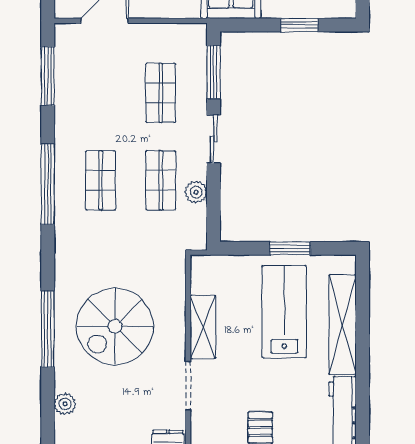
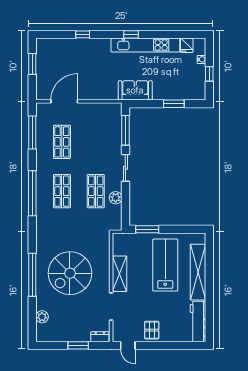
shop shelf: (161, 93) -> (62, 142), moved
window: (290, 248) -> (147, 229), moved

